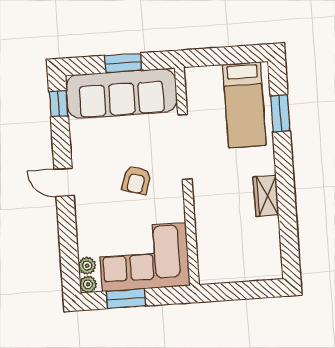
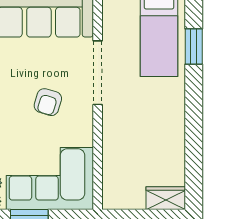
wardrobe: (266, 196) -> (166, 198), moved, turned 90

